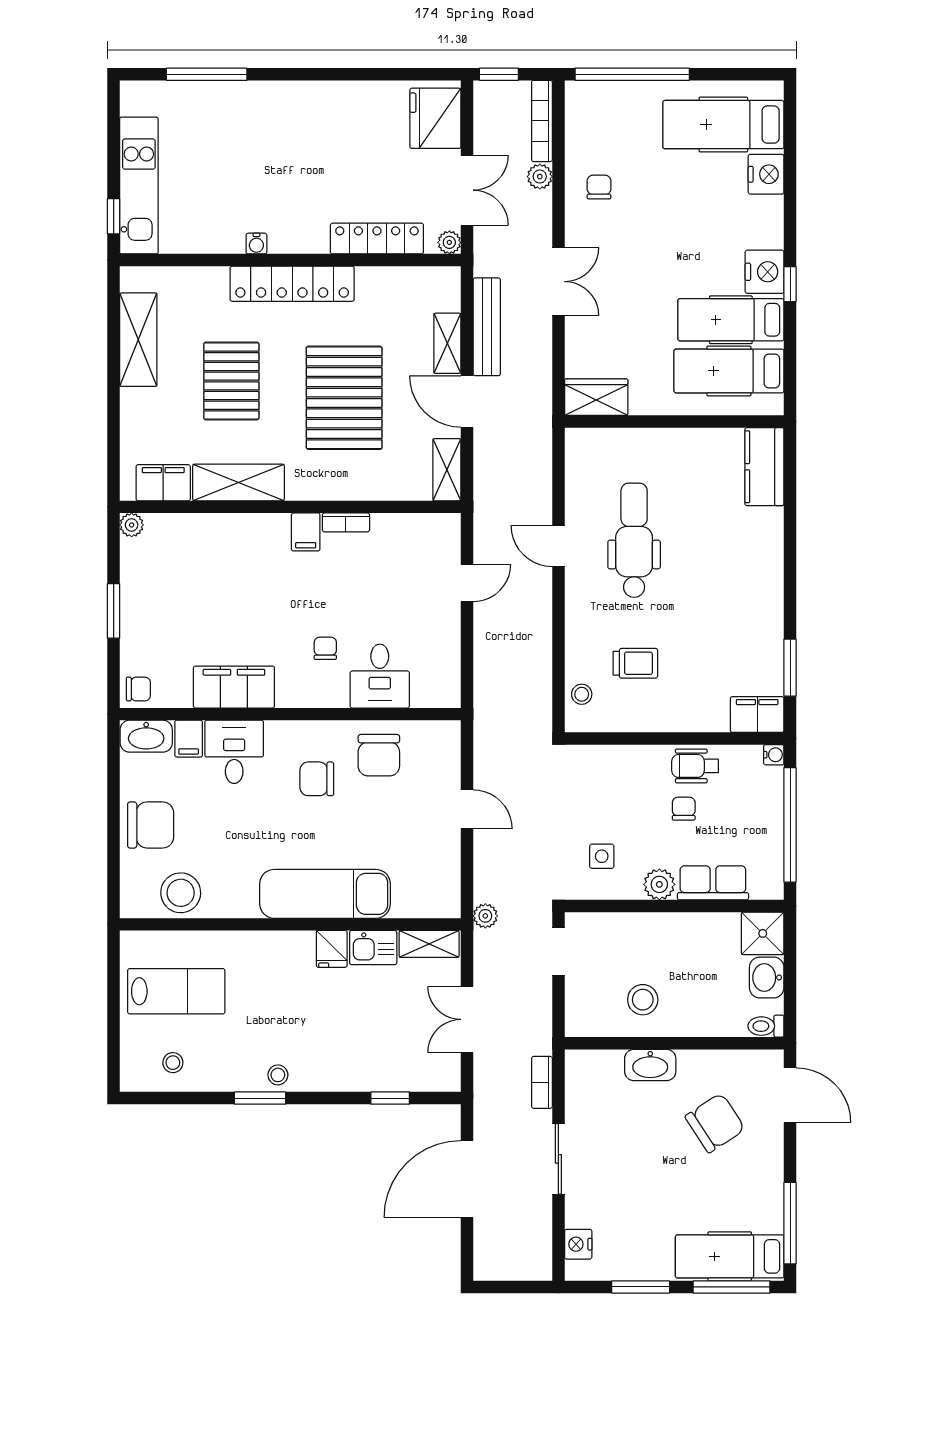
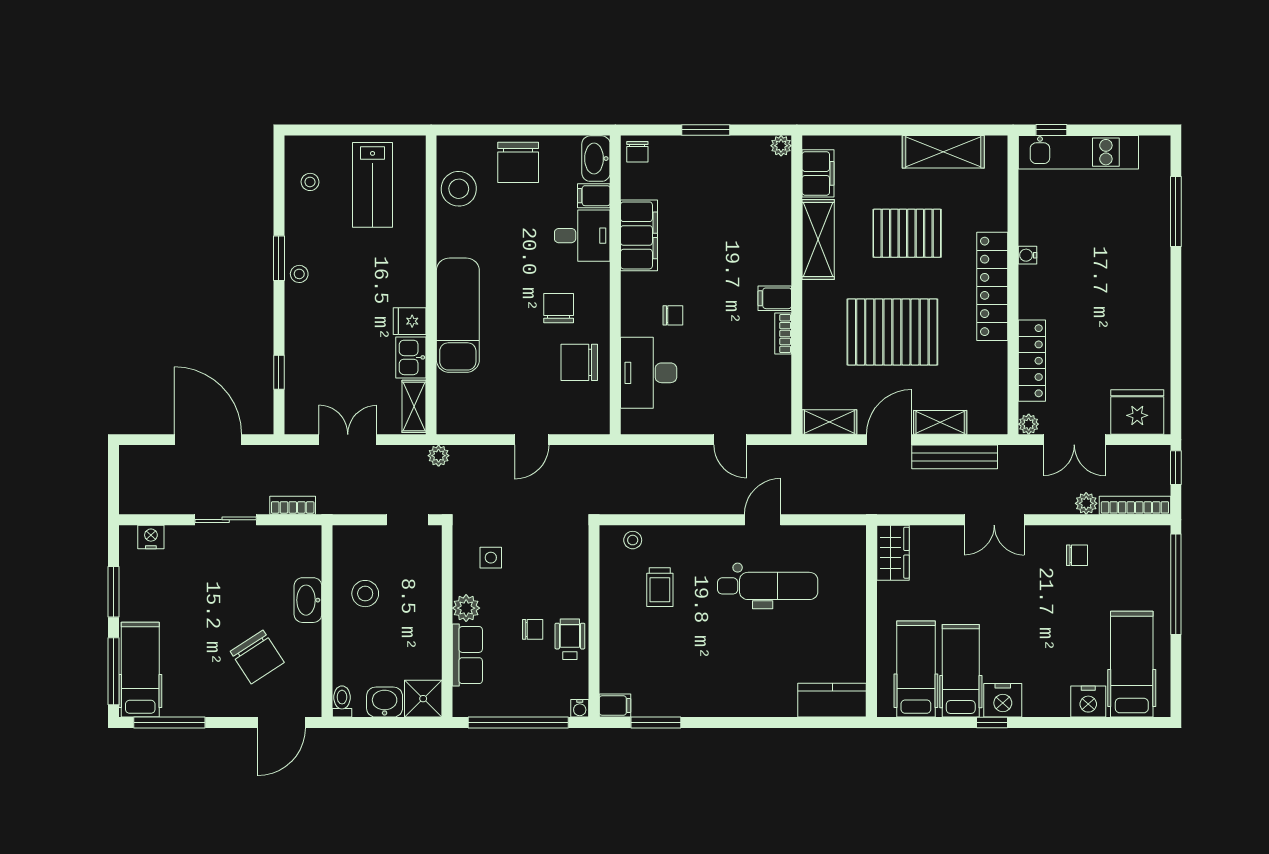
desk: (380, 676) -> (649, 373), width x1.37
filing cabinet: (757, 715) -> (615, 705), width x0.50

